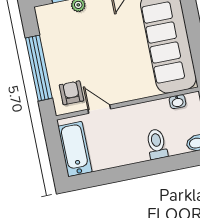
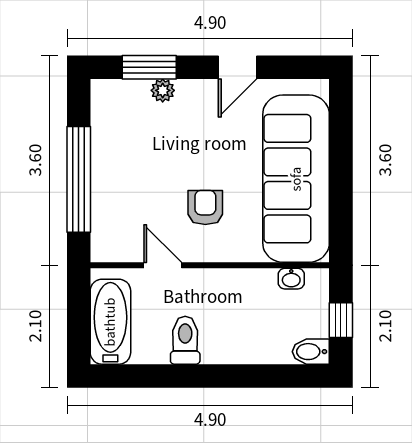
armchair: (71, 93) -> (205, 207), moved
toilet: (157, 144) -> (185, 340), moved

